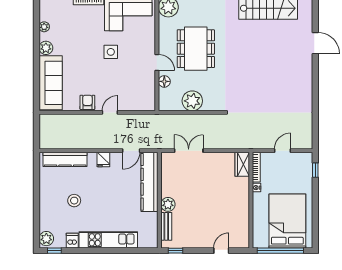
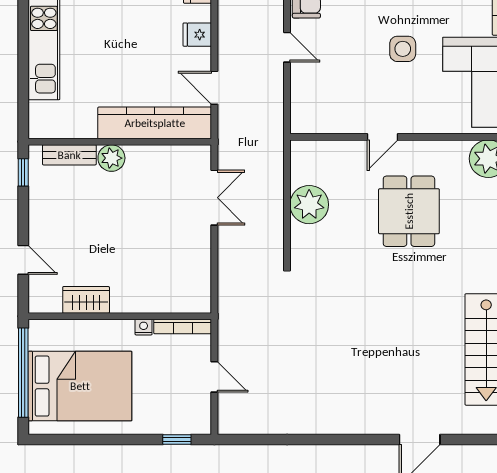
dining table: (196, 49) -> (409, 211), width x0.73
floor lamp: (164, 81) -> (346, 151), removed
wardrobe: (242, 164) -> (86, 300), moved

